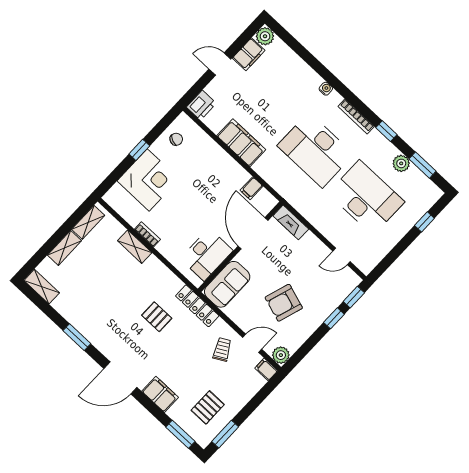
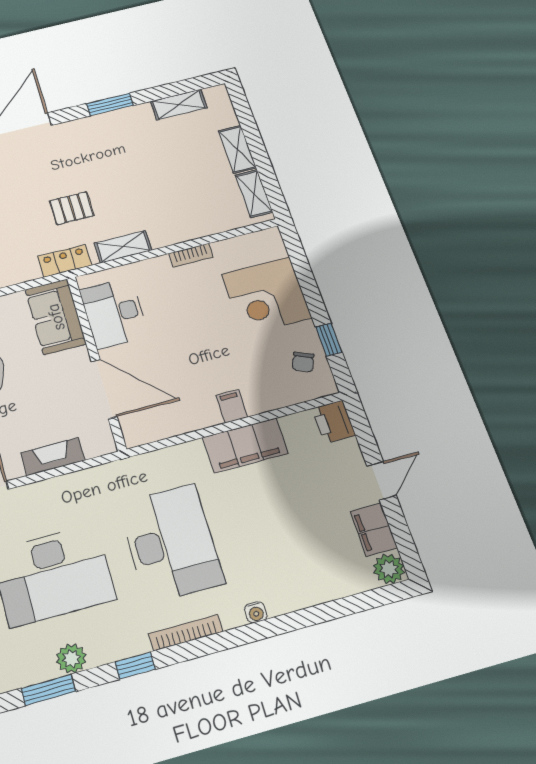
window: (139, 150) -> (329, 340), moved
desk: (316, 150) -> (171, 543), turned 90
filing cabinet: (252, 188) -> (232, 406), moved
fireplace: (291, 222) -> (53, 457), moved
shelving: (135, 247) -> (123, 247), moved
shelving: (42, 287) -> (179, 105), moved
locker: (197, 306) -> (65, 261), width x0.66

